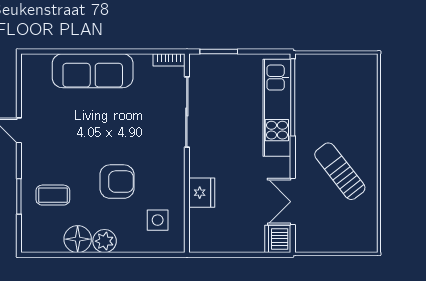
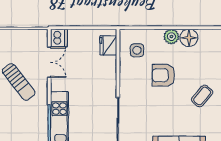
fridge: (202, 193) -> (108, 45), moved
coffee table: (53, 195) -> (202, 96), moved, turned -49

